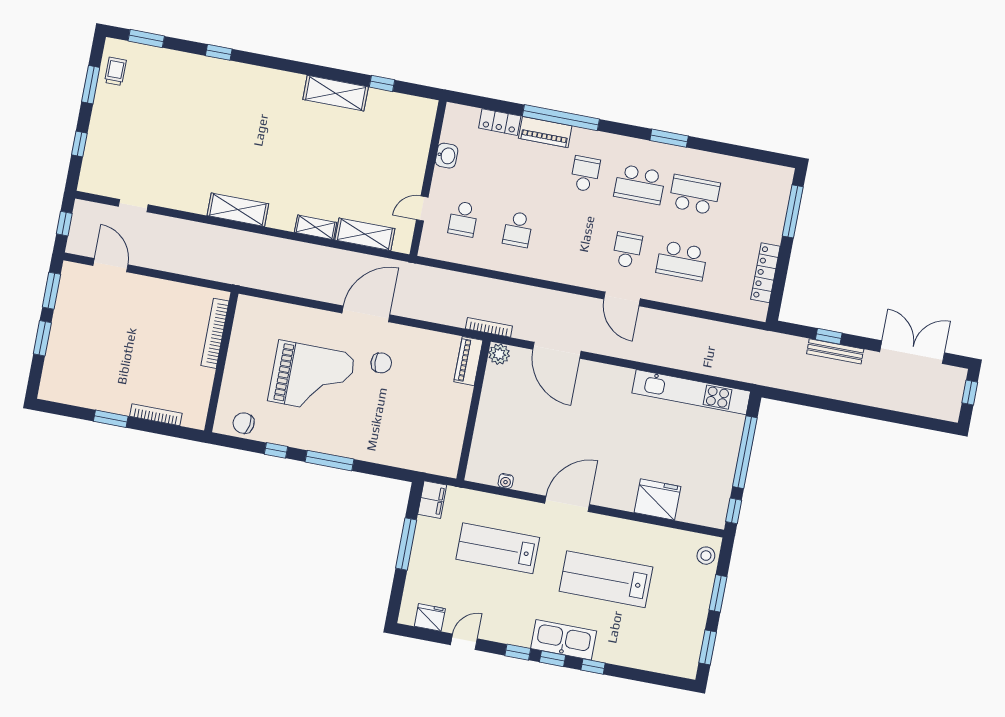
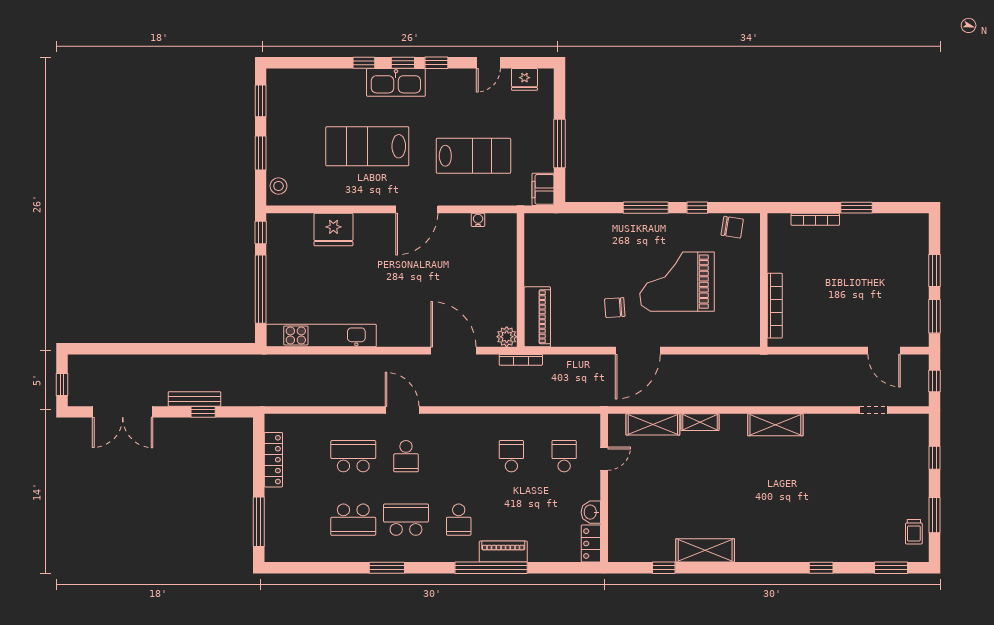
locker: (500, 122) -> (591, 544), moved, turned -90
piano: (468, 361) -> (537, 317), width x1.37, depth x1.33
lab bench: (606, 579) -> (367, 146), turned 180

